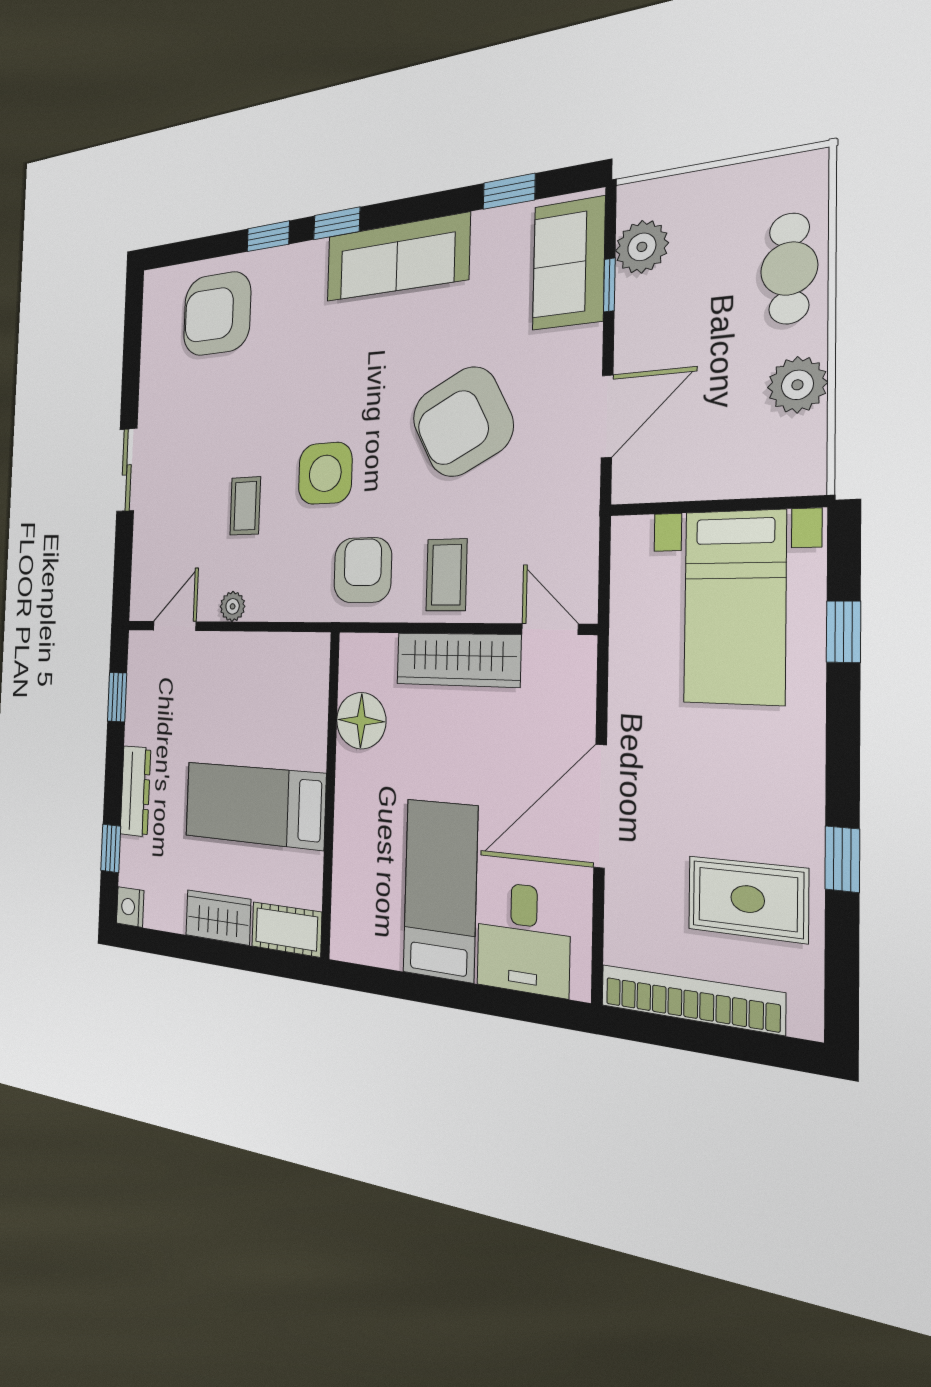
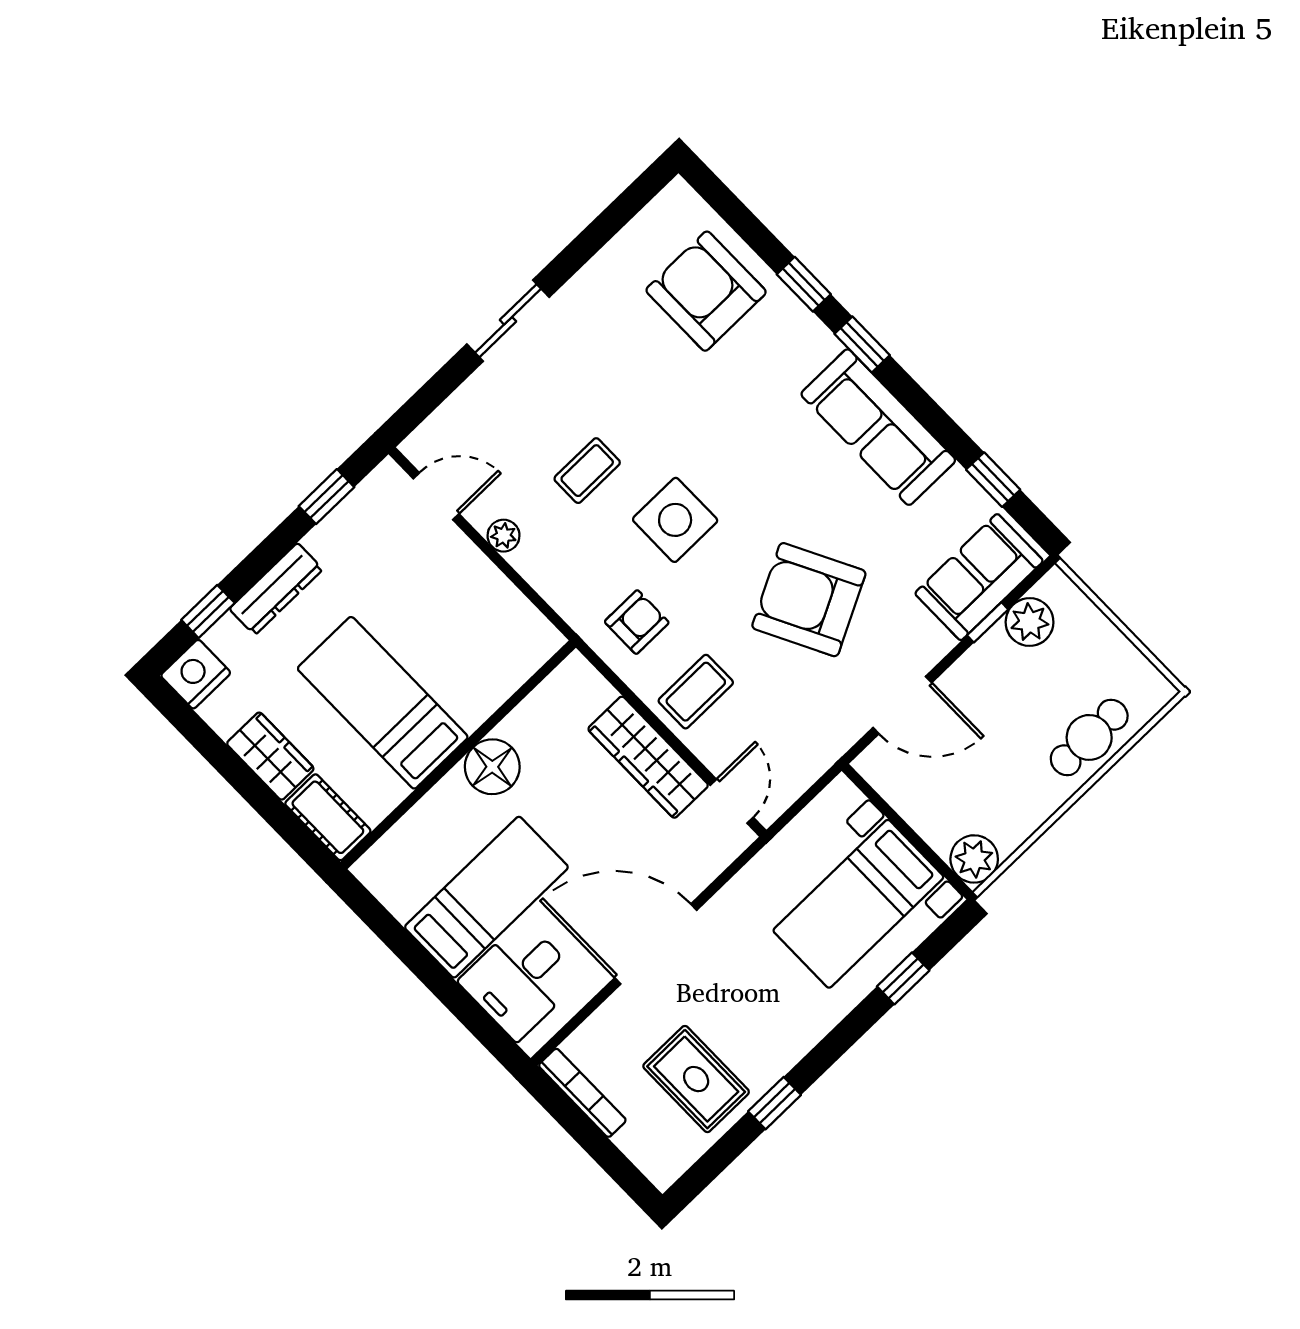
plant: (797, 385) -> (974, 859), moved
armchair: (363, 570) -> (637, 622), width x0.72, depth x0.72
floor lamp: (361, 721) -> (492, 767), moved
nightstand: (130, 907) -> (196, 674), width x1.36, depth x1.33
bookcase: (691, 999) -> (582, 1093), width x0.68, depth x0.76

